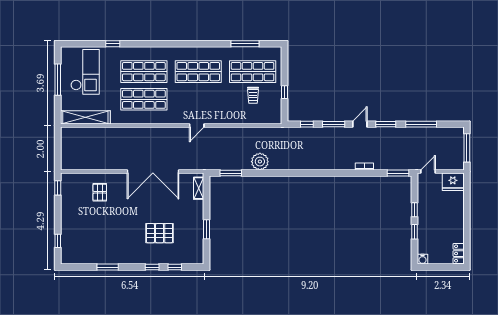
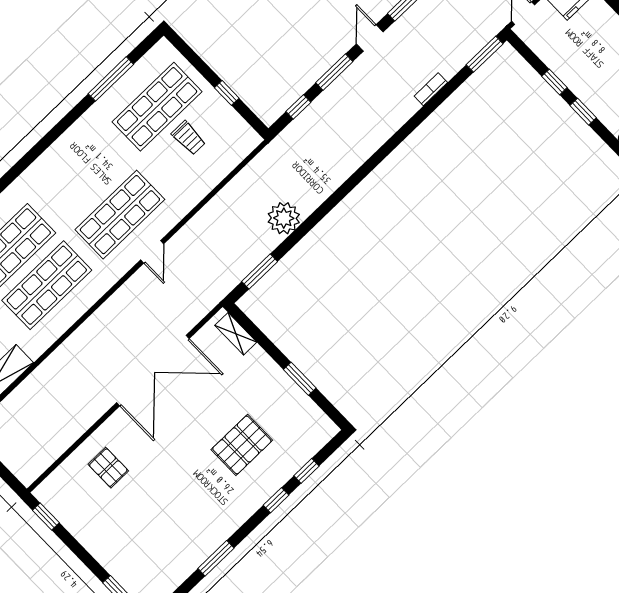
shop shelf: (198, 72) -> (120, 215), moved

